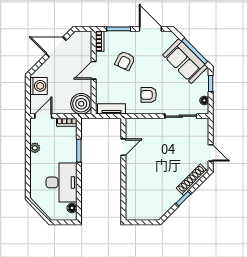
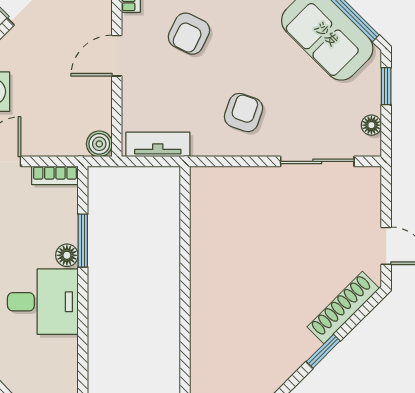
armchair: (149, 95) -> (244, 113), turned 109
boiler: (81, 104) -> (99, 144), width x0.54, depth x0.54
door: (123, 147) -> (185, 233), removed
desk: (62, 182) -> (43, 302), width x0.73
floor lamp: (72, 208) -> (67, 255), moved

